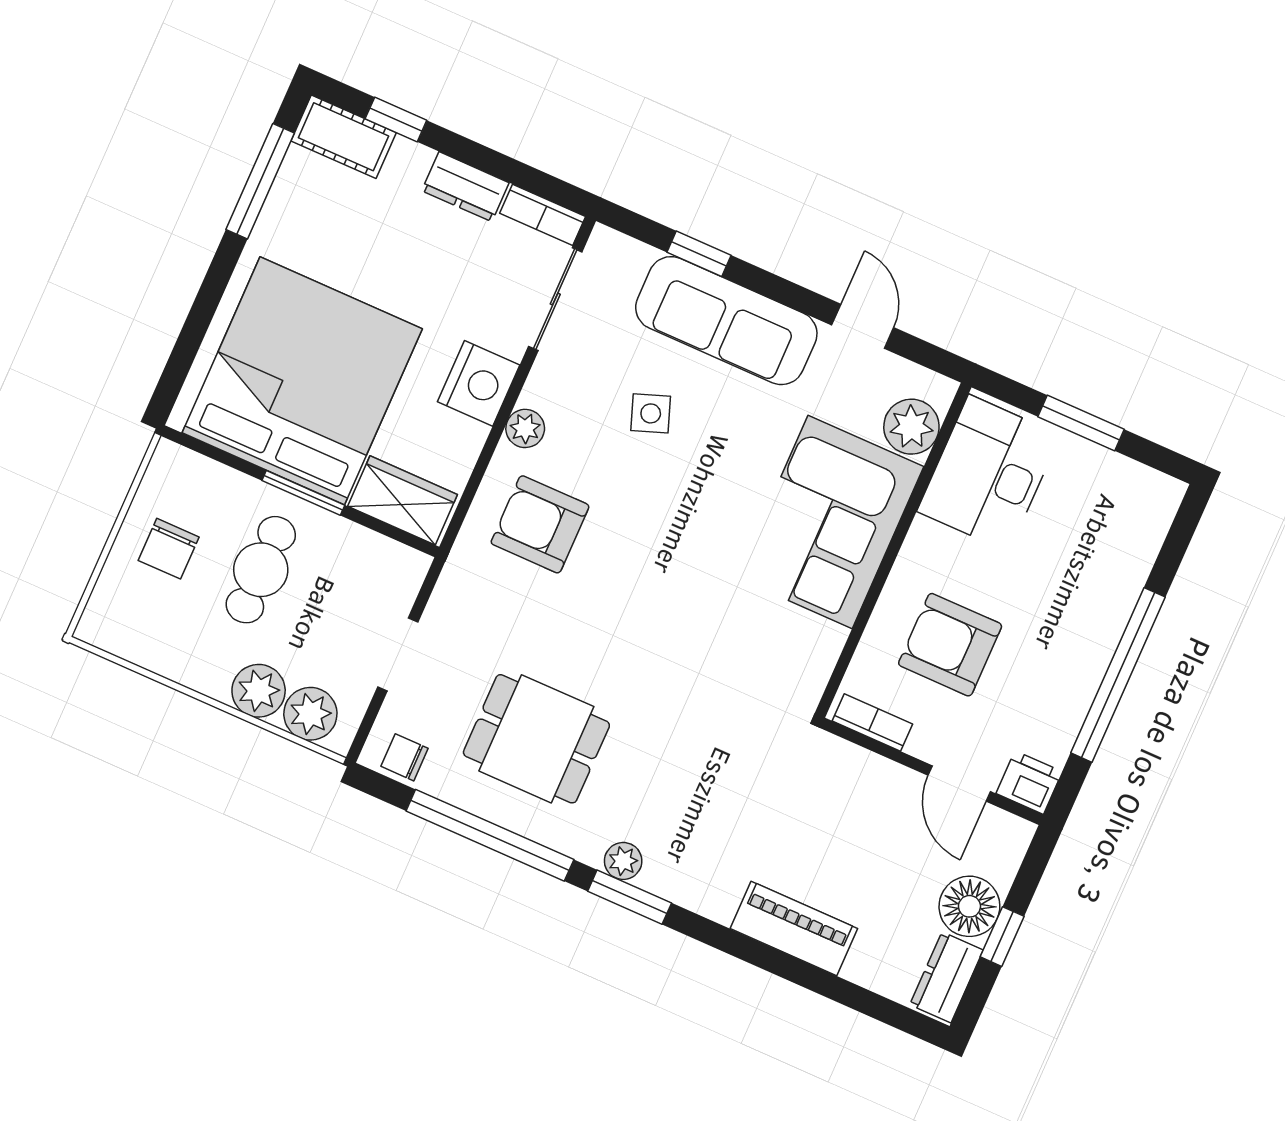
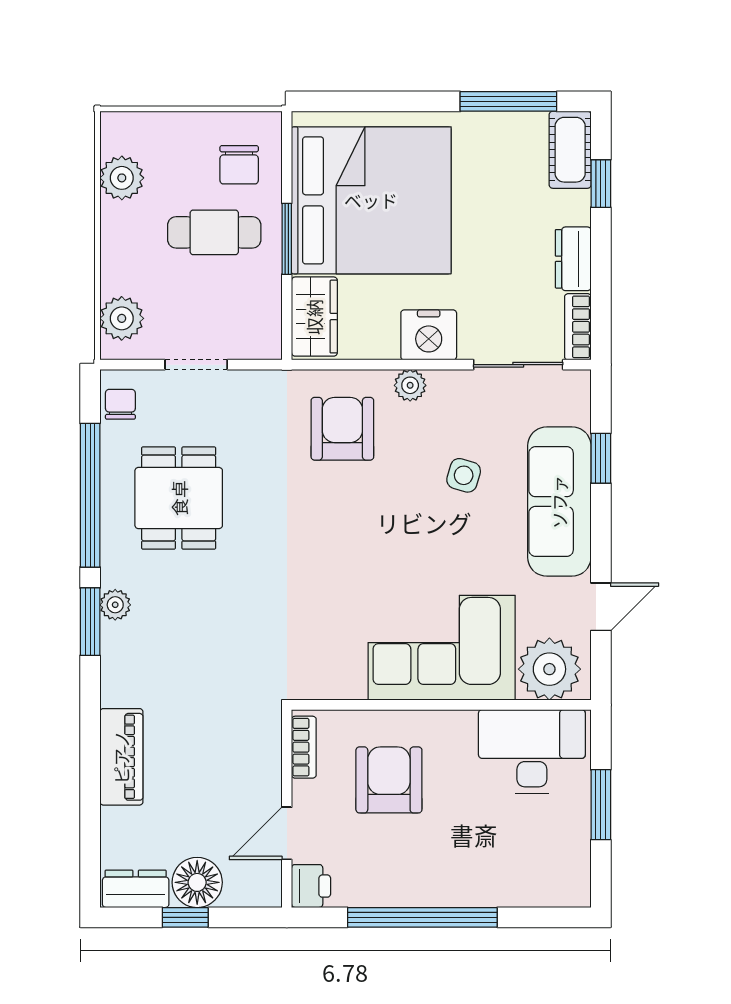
side table: (651, 413) -> (464, 475), turned 36
plant: (911, 427) -> (549, 669), width x1.36, depth x1.36
chair: (169, 549) -> (239, 165), moved, turned -90
plant: (259, 691) -> (122, 178), moved

